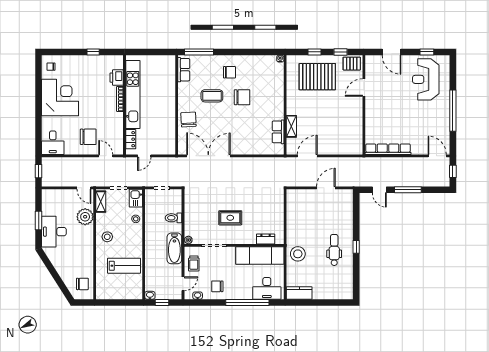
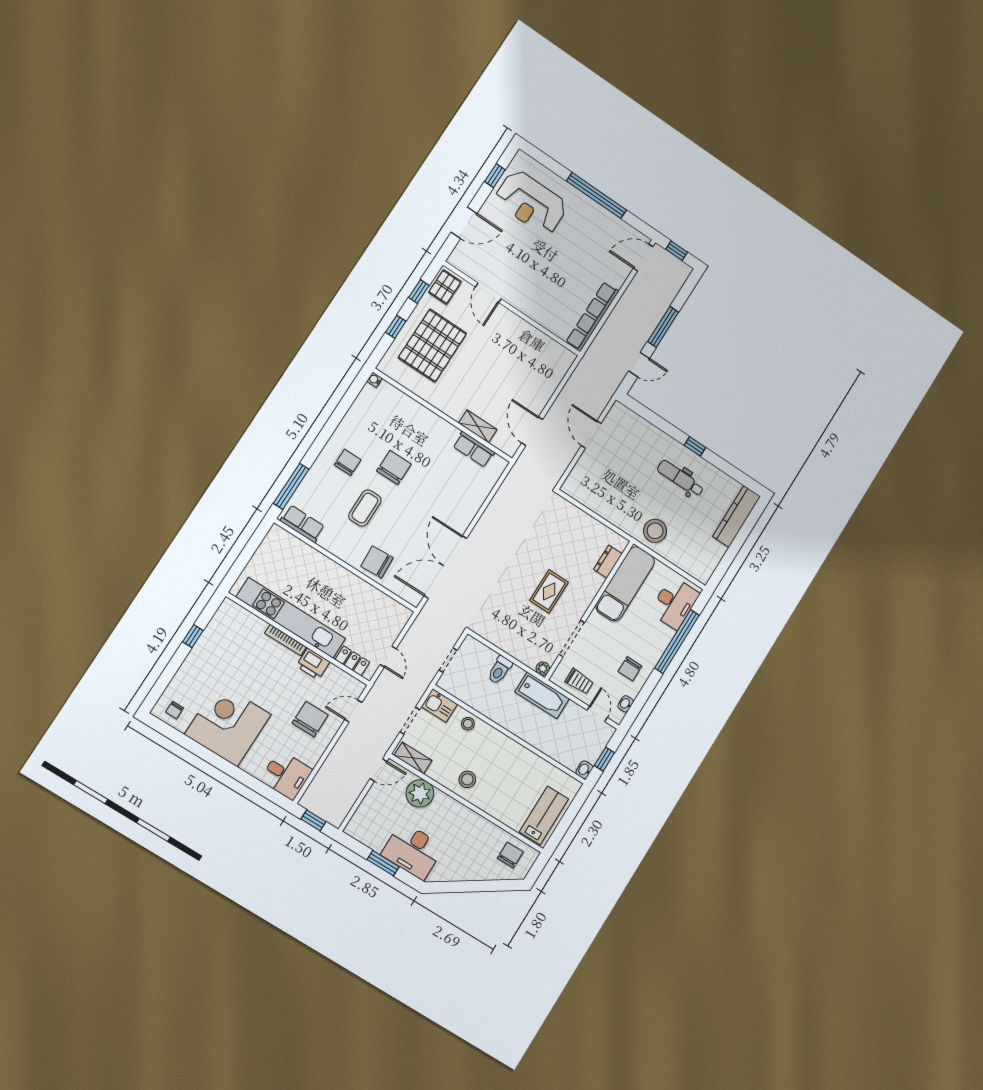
printer: (117, 78) -> (313, 664), moved
lab bench: (124, 266) -> (544, 815), moved
kitchen counter: (299, 293) -> (736, 516), moved, width x1.50

